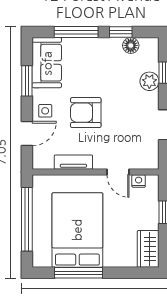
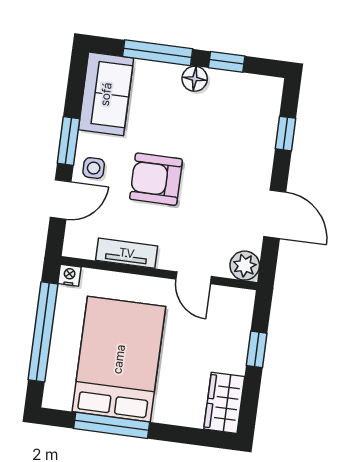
floor lamp: (131, 45) -> (195, 79), moved
window: (27, 81) -> (68, 141), moved
plant: (149, 81) -> (245, 266), moved
nightstand: (139, 181) -> (69, 275), moved

